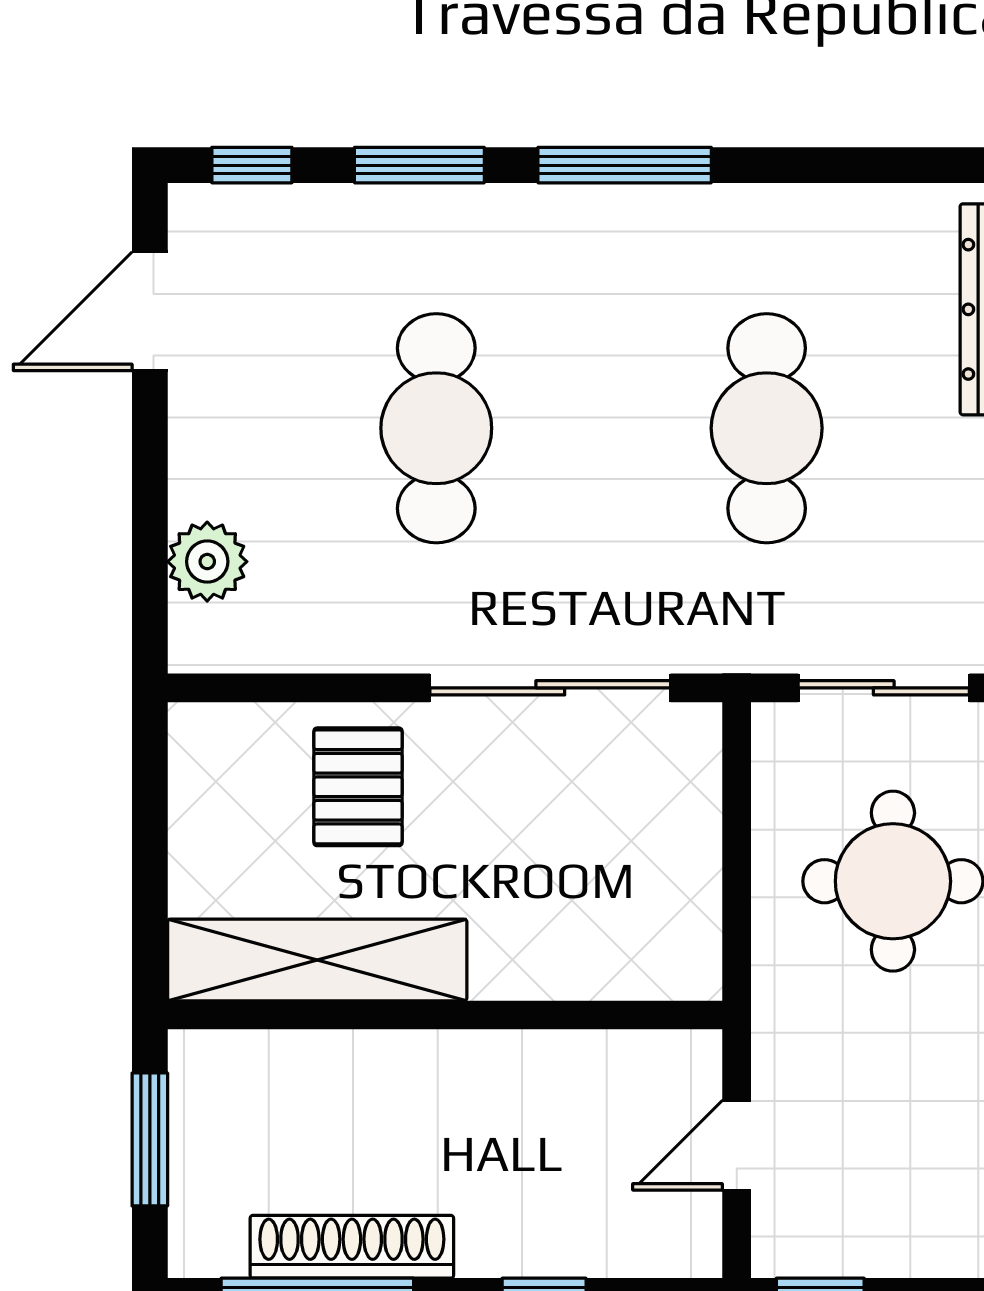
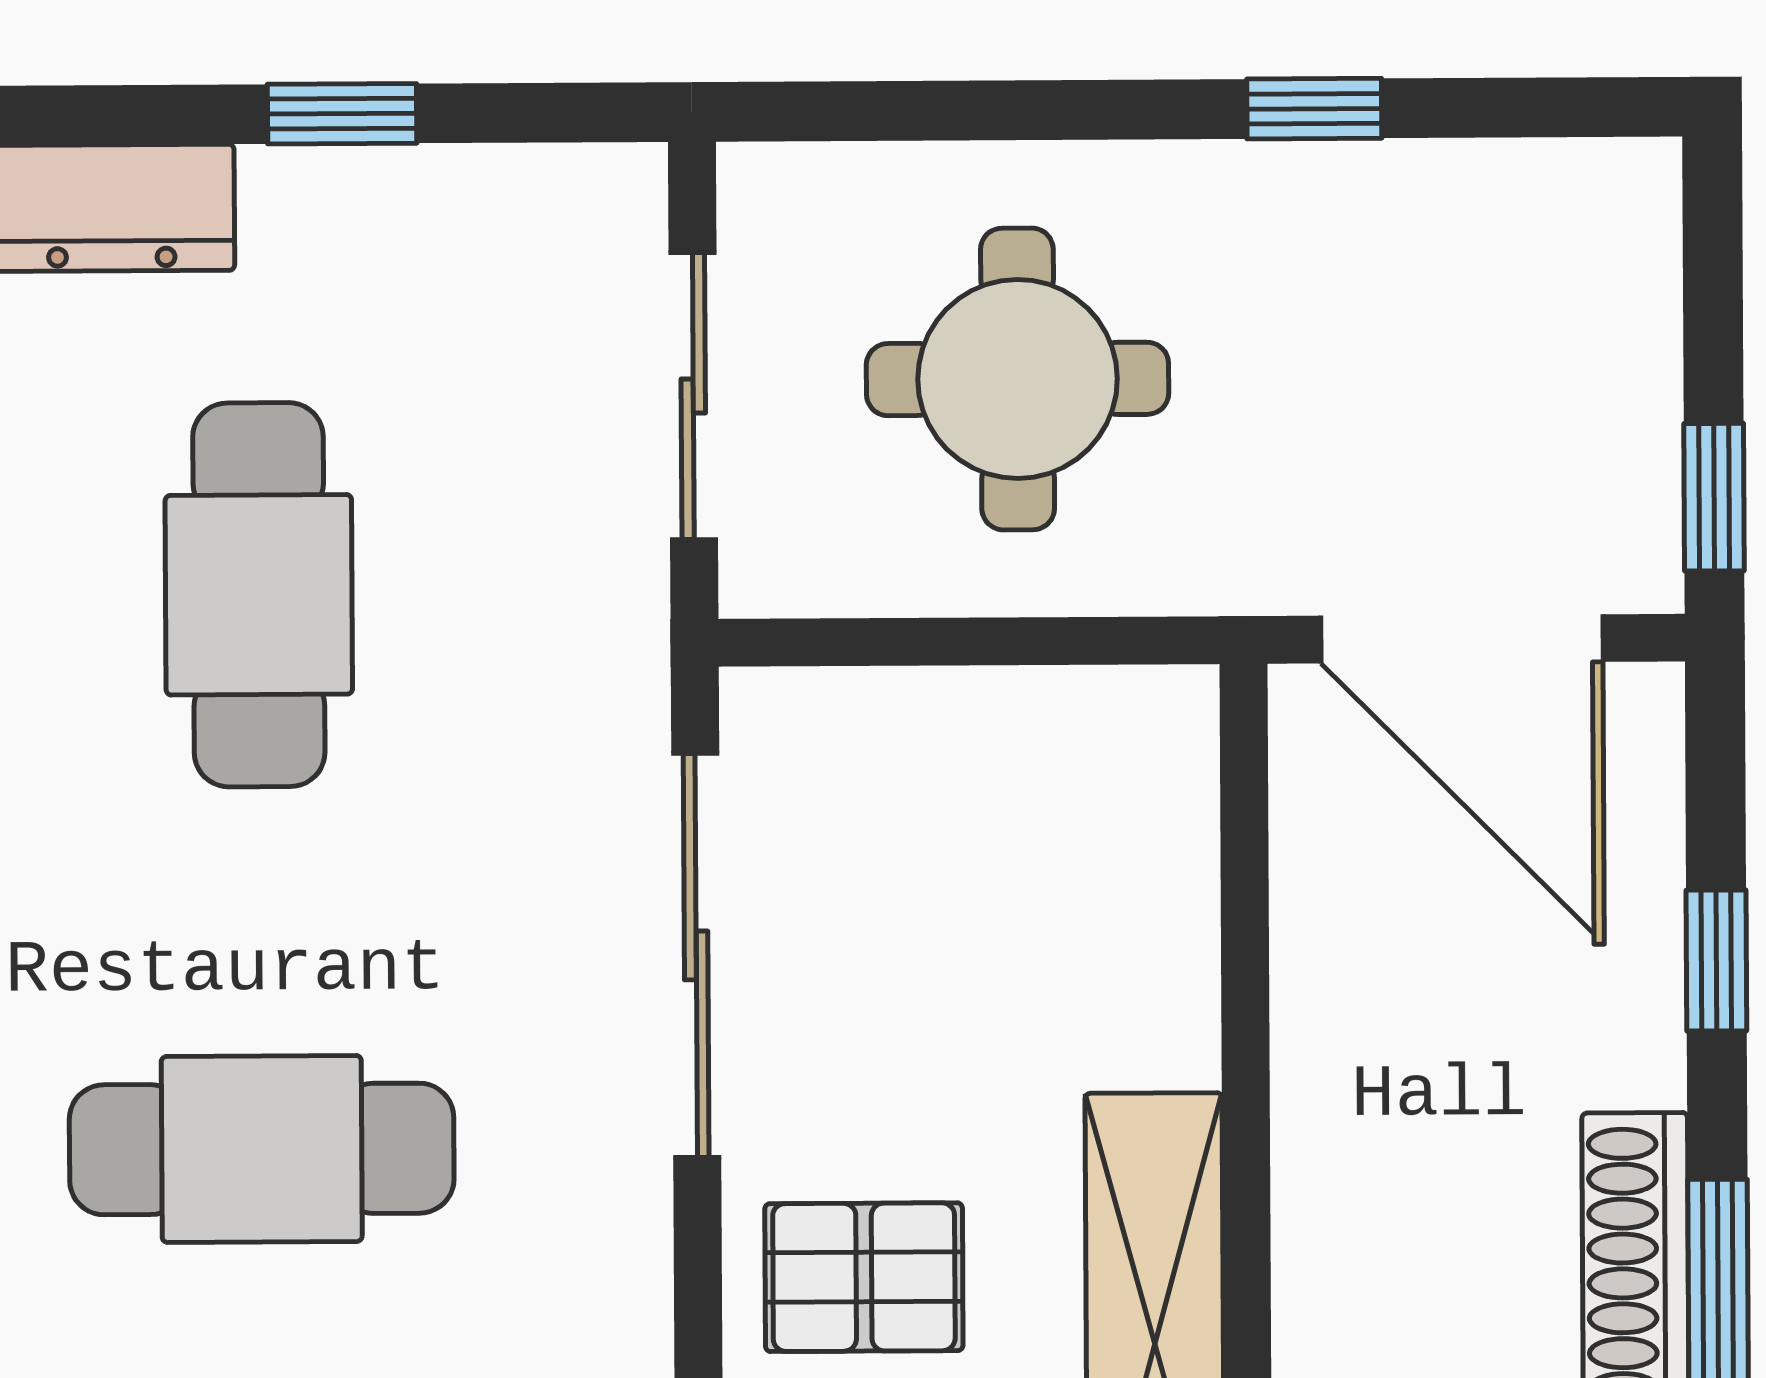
cafe table: (767, 428) -> (259, 595), turned 90
door: (737, 1145) -> (1462, 639), width x1.87

